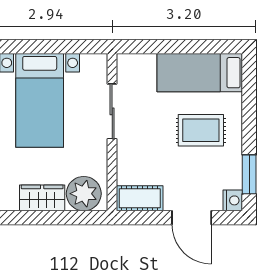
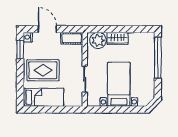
rug: (201, 130) -> (43, 70), width x1.36, depth x1.43

